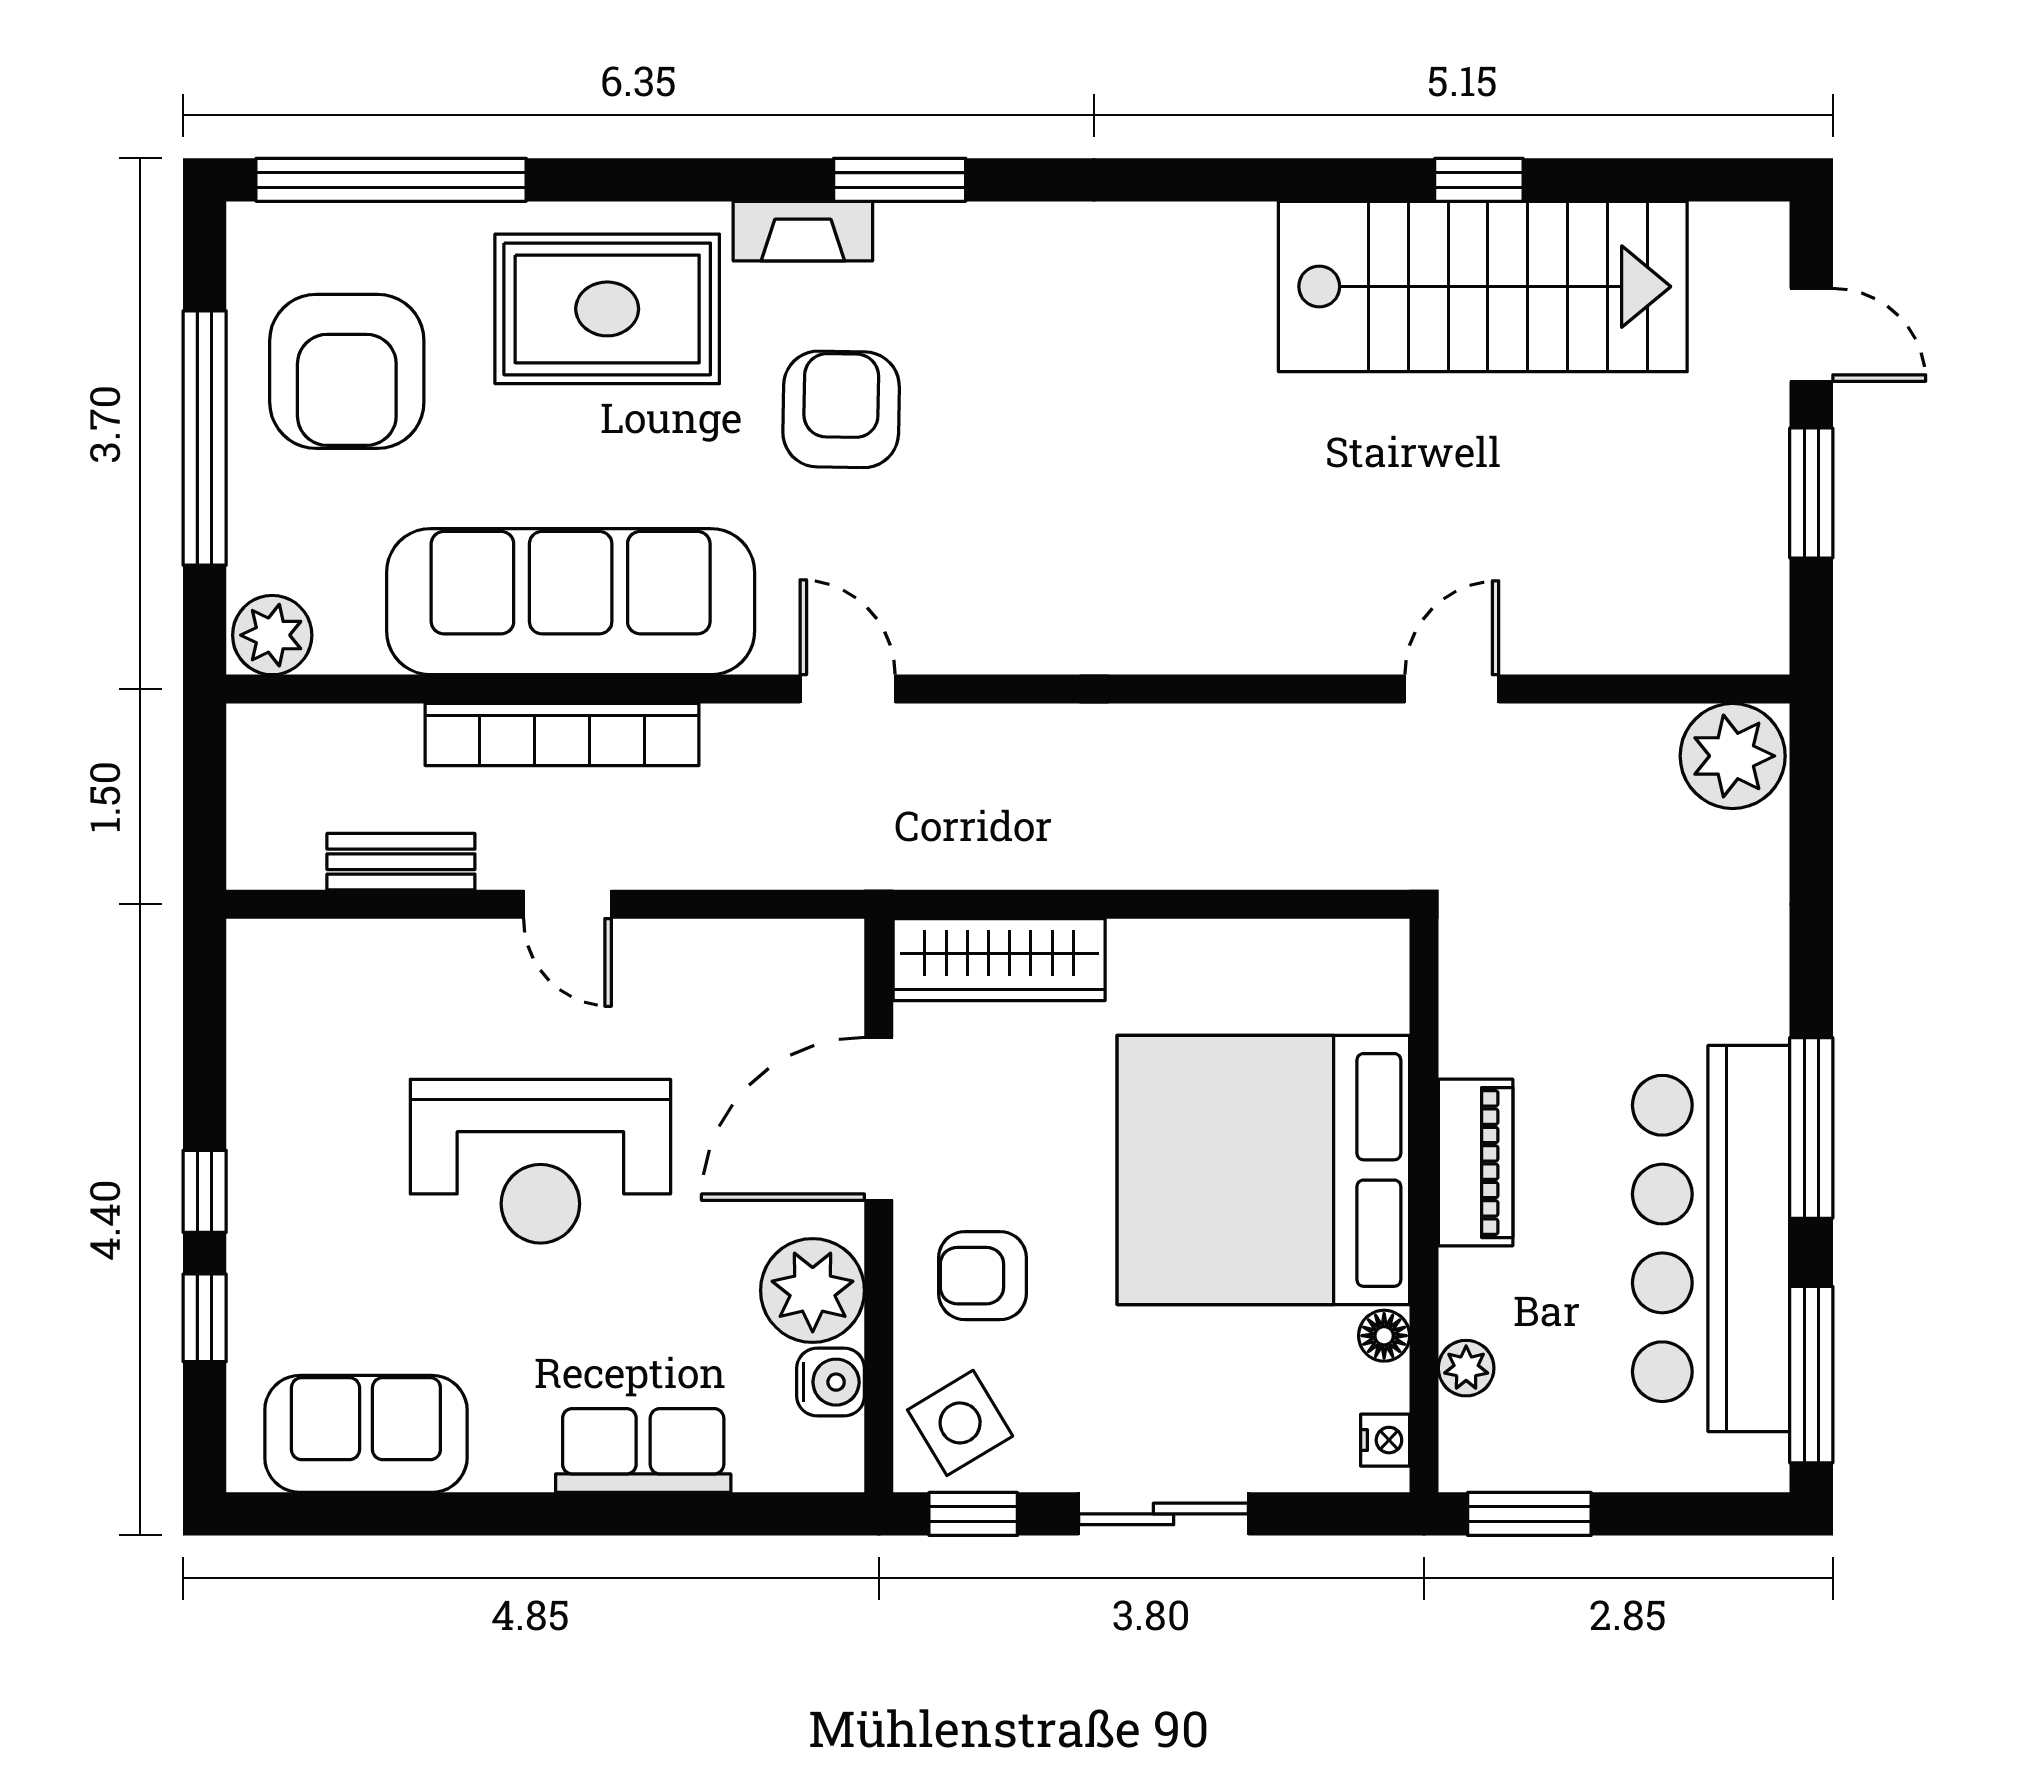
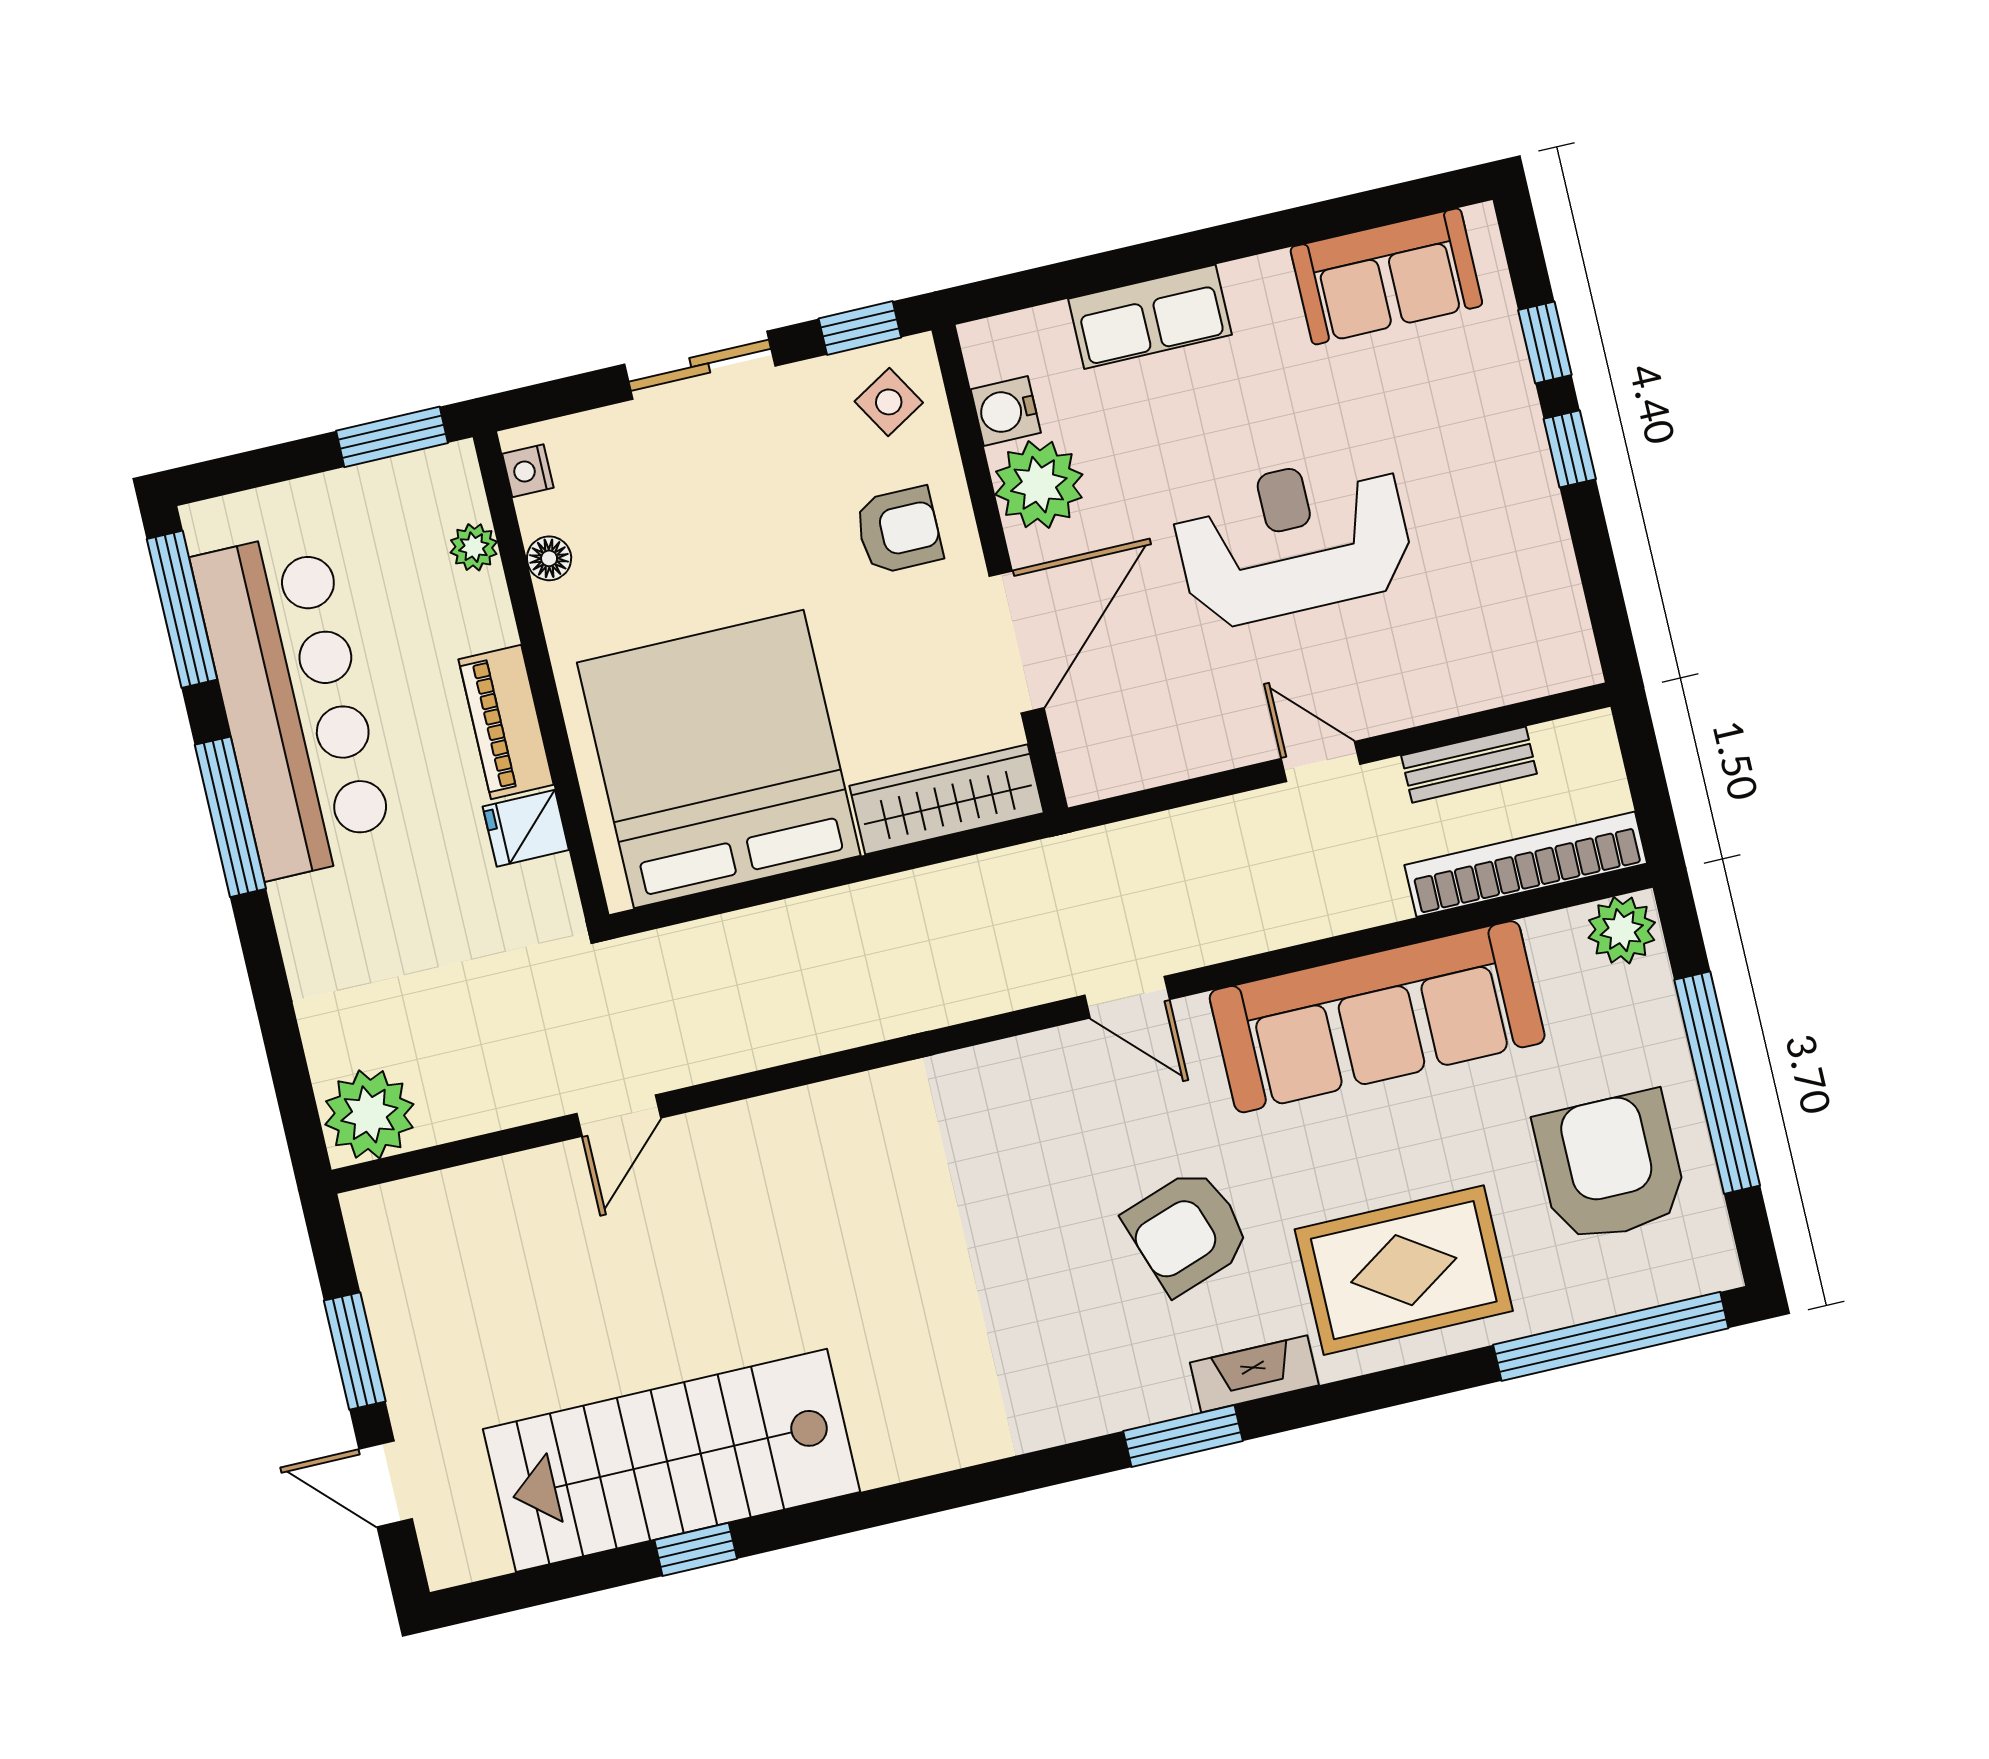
armchair: (841, 409) -> (1187, 1231), turned 70
bookcase: (562, 735) -> (1526, 864), moved
fridge: (1481, 1037) -> (526, 828), added
bed: (1263, 1170) -> (719, 759), moved, turned -90
side table: (960, 1423) -> (889, 402), width x0.73, depth x0.73

